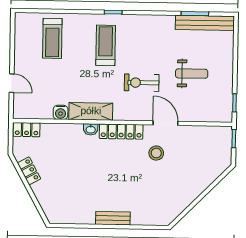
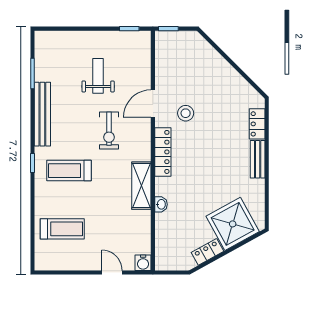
bench: (205, 23) -> (42, 114), moved
door: (12, 83) -> (112, 272), hinge flipped
water cooler: (61, 112) -> (143, 263), moved, turned 90
washbasin: (91, 129) -> (161, 204), moved
locker: (27, 130) -> (257, 124), moved, turned 180
shower: (54, 194) -> (233, 224), added

